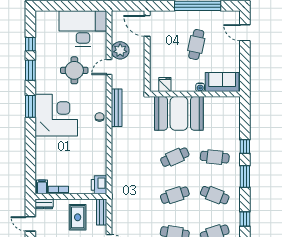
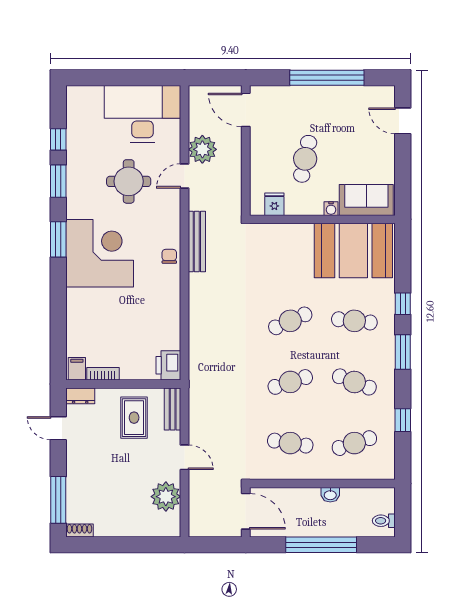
cafe table: (196, 45) -> (305, 159), moved
booth: (179, 113) -> (353, 251), moved

